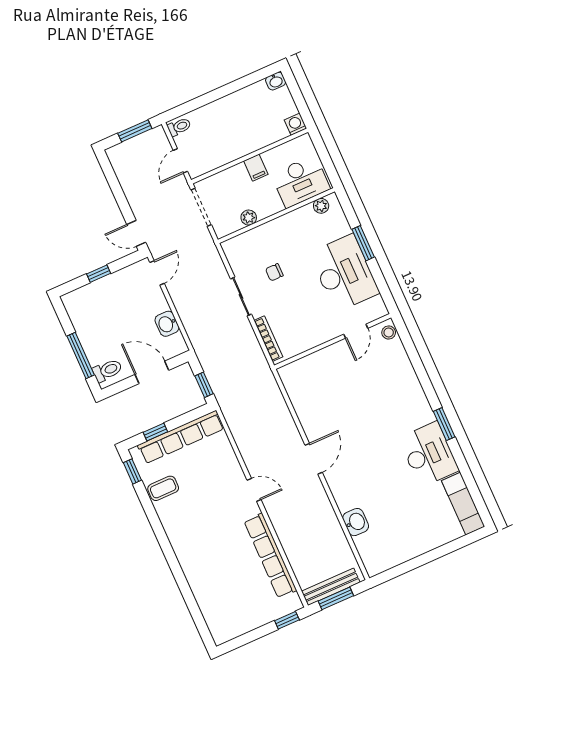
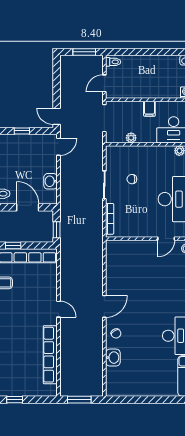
chair: (345, 488) -> (116, 333), added
bench: (331, 587) -> (79, 391), removed
window: (287, 620) -> (15, 400), moved

